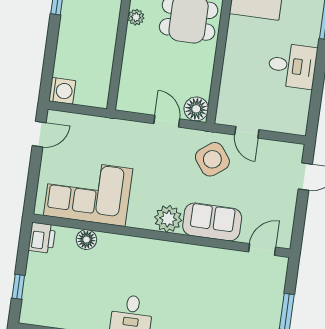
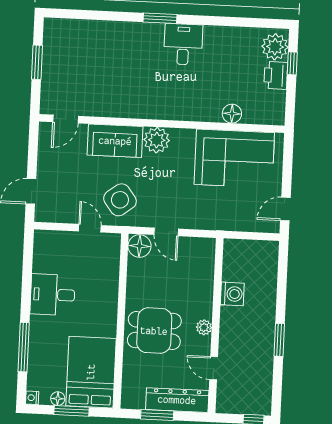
washing machine: (62, 91) -> (232, 294), moved, turned 180
printer: (42, 238) -> (276, 75), moved
plant: (35, 306) -> (275, 47), added

